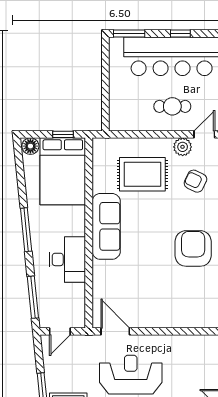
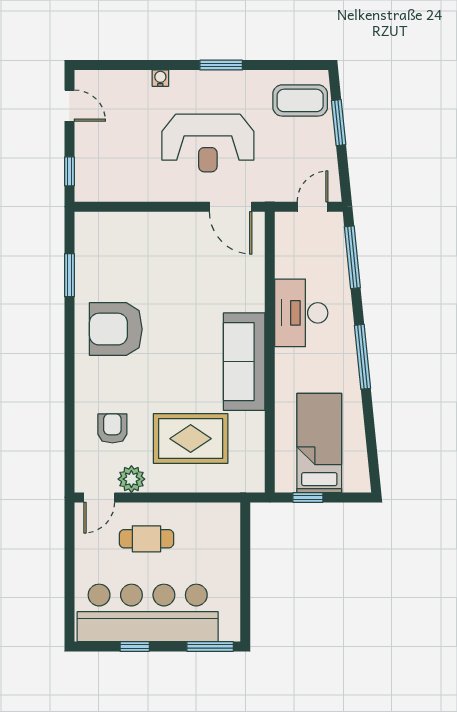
floor lamp: (30, 146) -> (356, 480), removed
bed: (63, 171) -> (319, 443), width x0.67
armchair: (195, 181) -> (112, 428), turned -116
armchair: (193, 248) -> (116, 329), turned 90

